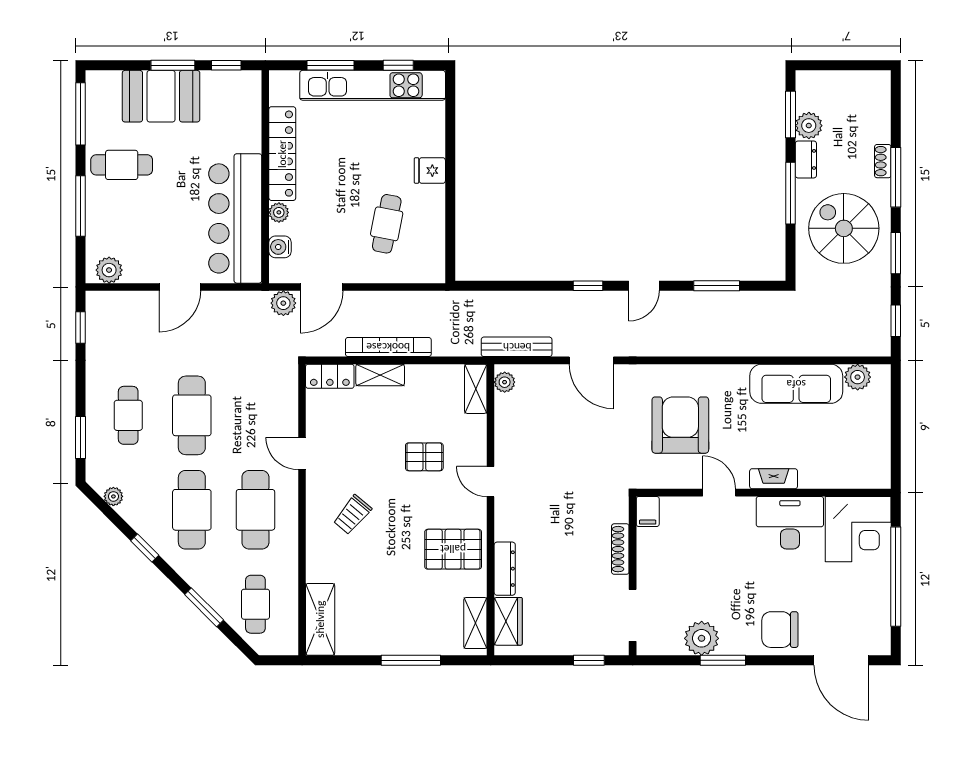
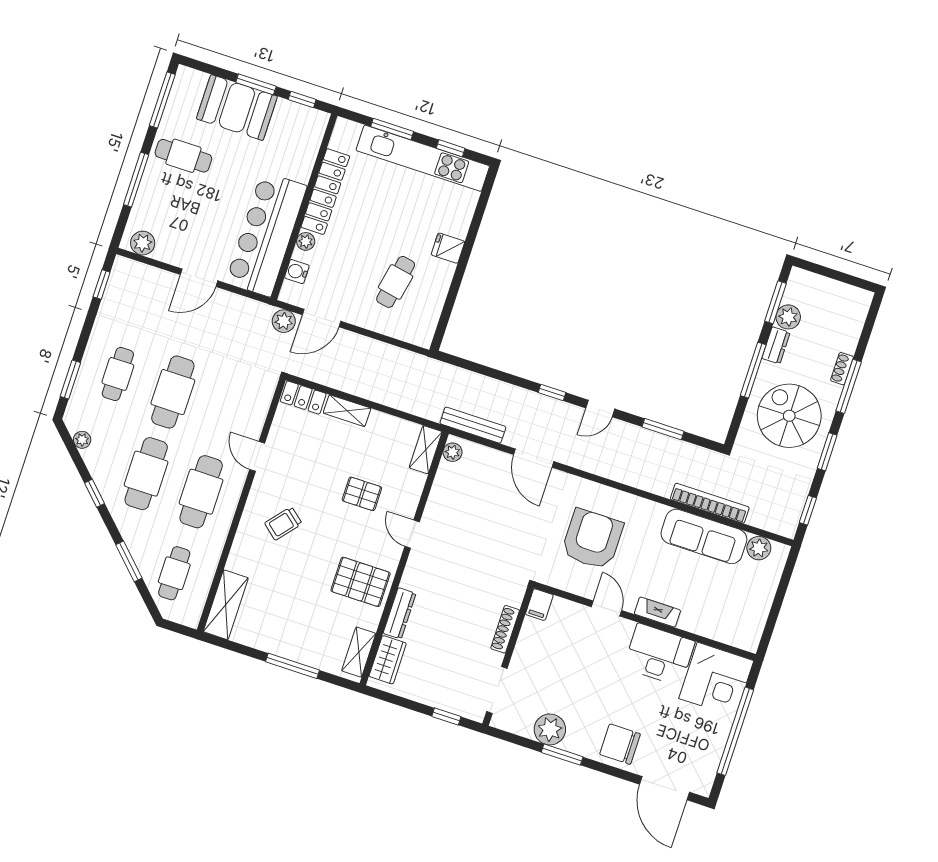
bookcase: (388, 347) -> (710, 503), moved

